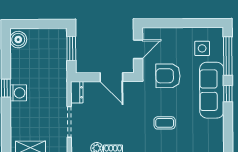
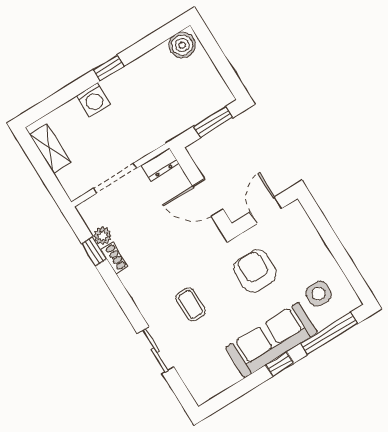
door: (138, 49) -> (266, 210), swing flipped
door: (111, 77) -> (208, 198), hinge flipped
washing machine: (18, 93) -> (93, 100), moved

